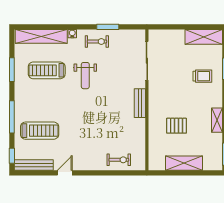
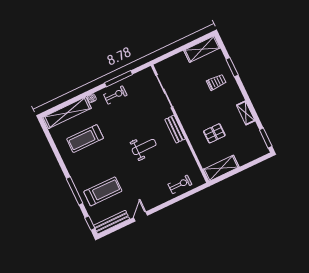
window: (108, 27) -> (119, 79), width x1.44
window: (12, 70) -> (56, 152), removed
weight bench: (85, 76) -> (144, 147), moved, turned -90
shelving: (184, 163) -> (221, 168), moved

